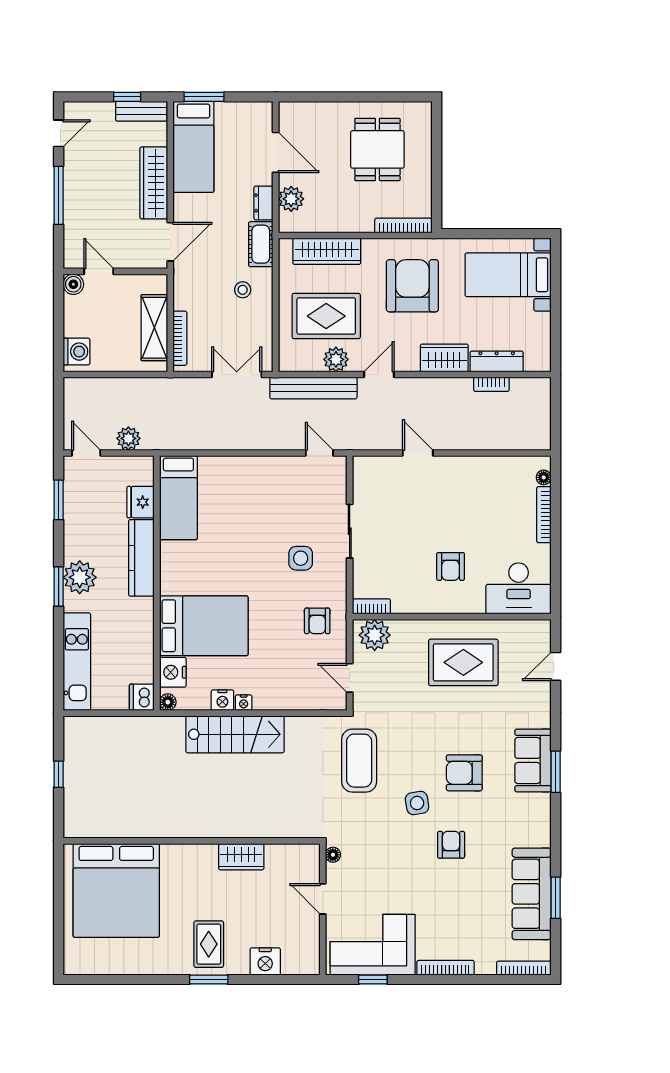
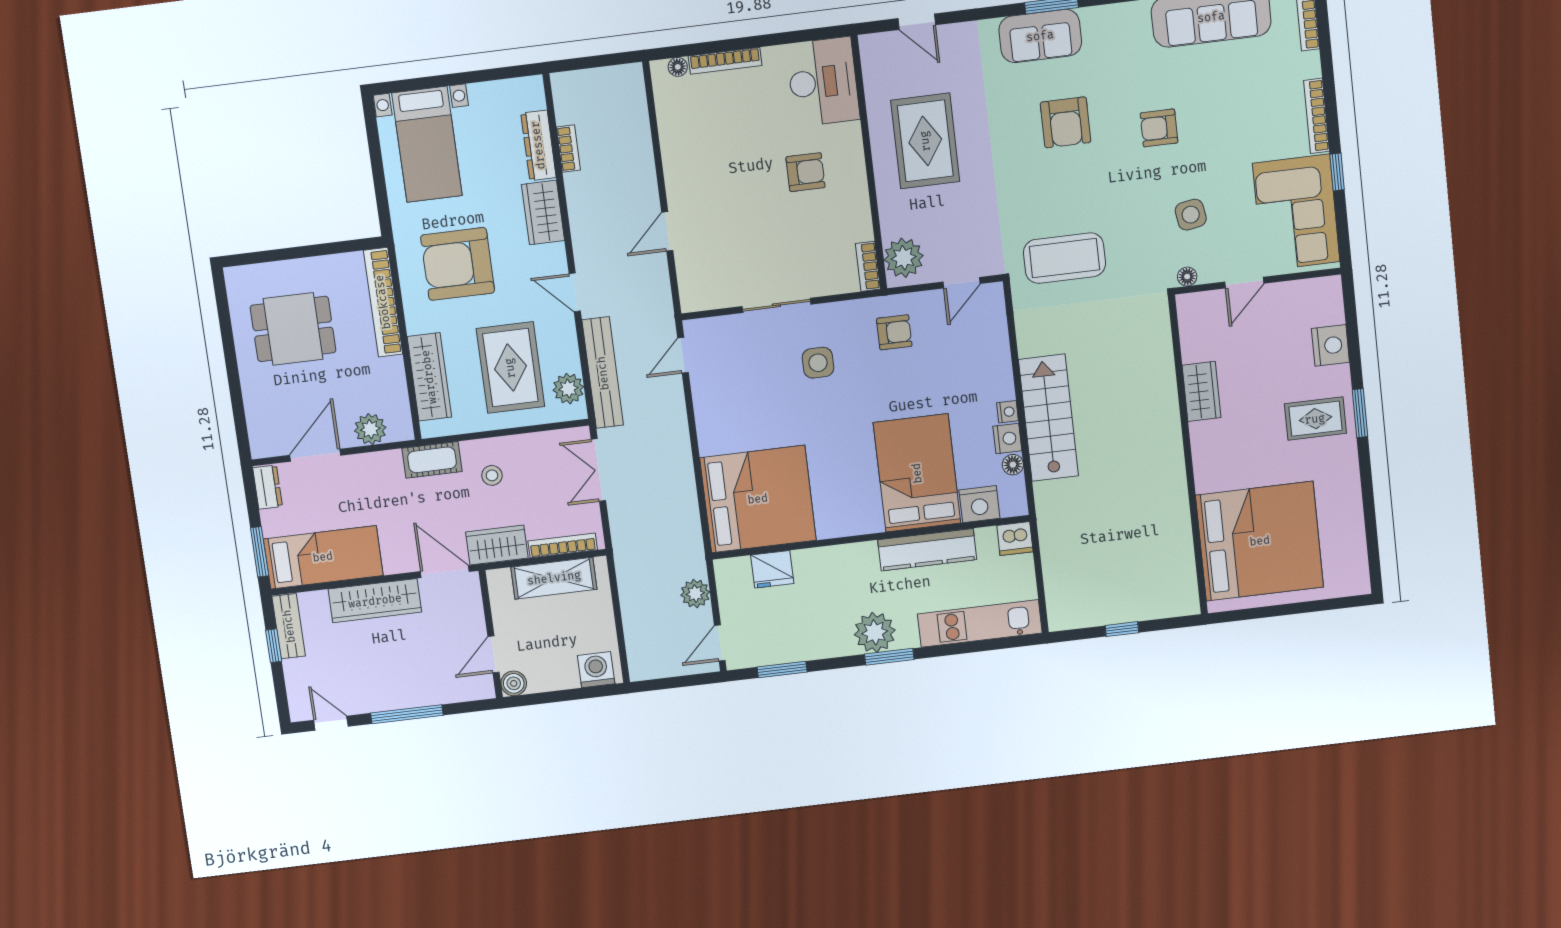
dresser: (263, 203) -> (268, 487), moved, turned -90
bookcase: (403, 225) -> (383, 302), width x1.48, depth x1.31
wardrobe: (187, 286) -> (497, 545), added
plant: (336, 359) -> (568, 389), moved
bed: (178, 498) -> (758, 499), width x2.04
kitchen counter: (141, 558) -> (927, 550), moved
floor lamp: (168, 702) -> (1013, 465), moved
side table: (417, 803) -> (1191, 215), moved
window: (373, 979) -> (1337, 172), moved

